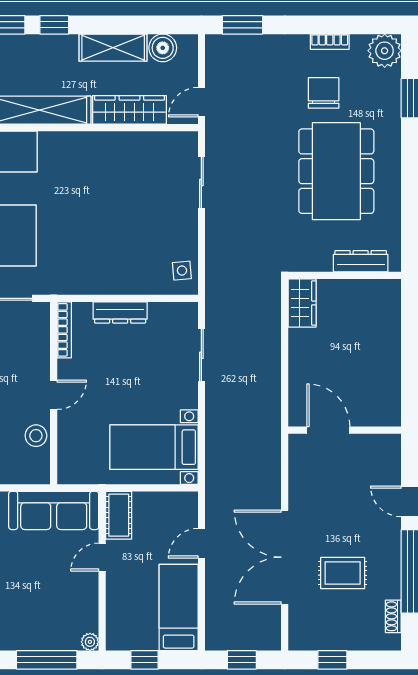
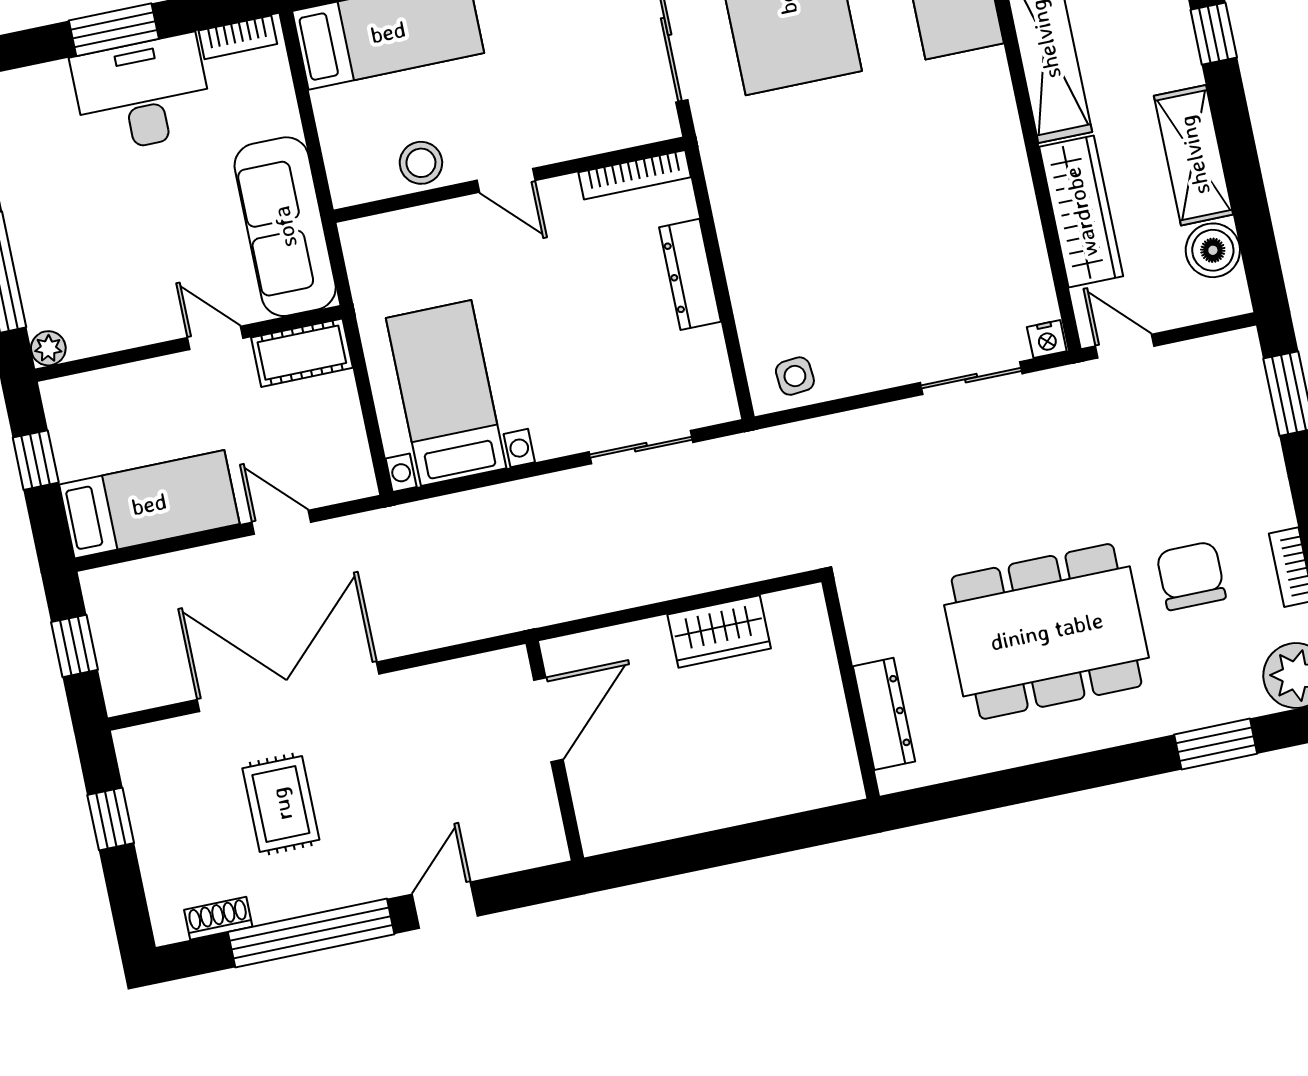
chair: (324, 93) -> (1191, 576), turned -90
nightstand: (190, 140) -> (1047, 339), added
wardrobe: (302, 303) -> (719, 631), moved

